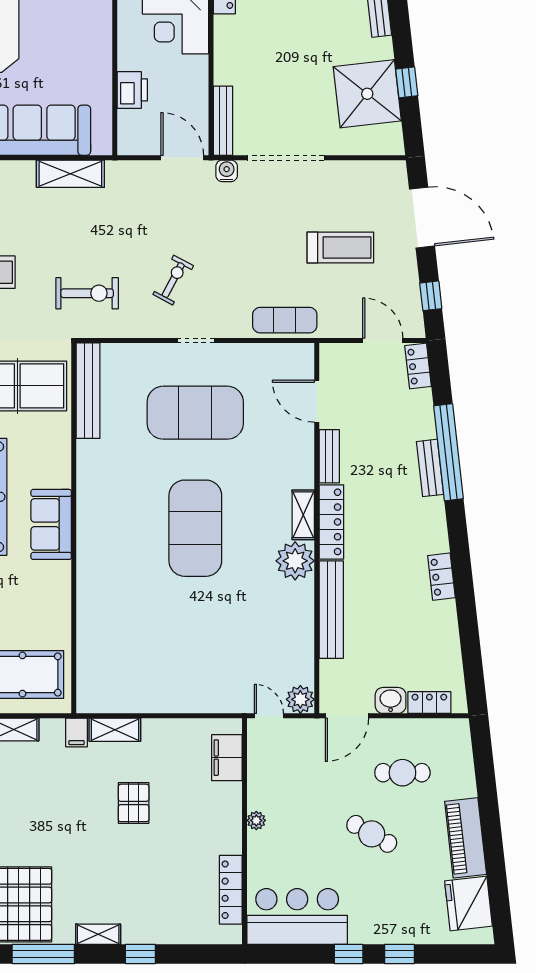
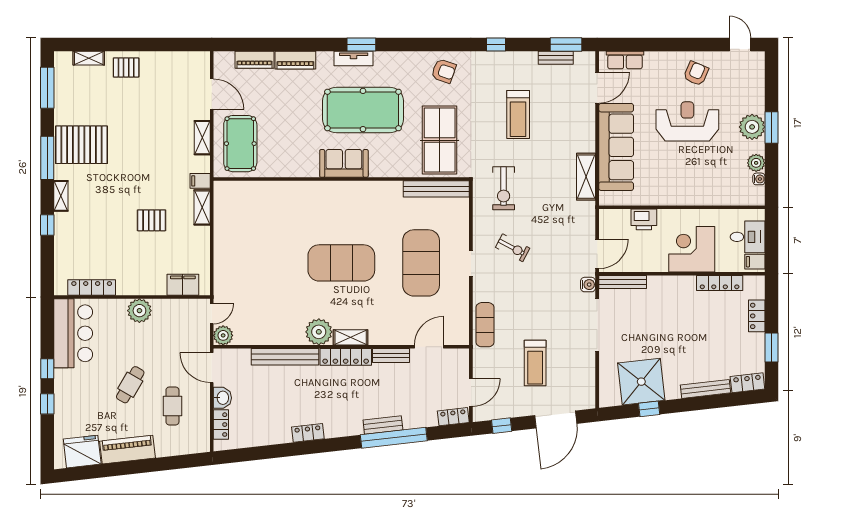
plant: (256, 820) -> (139, 311), width x1.88, depth x1.88

